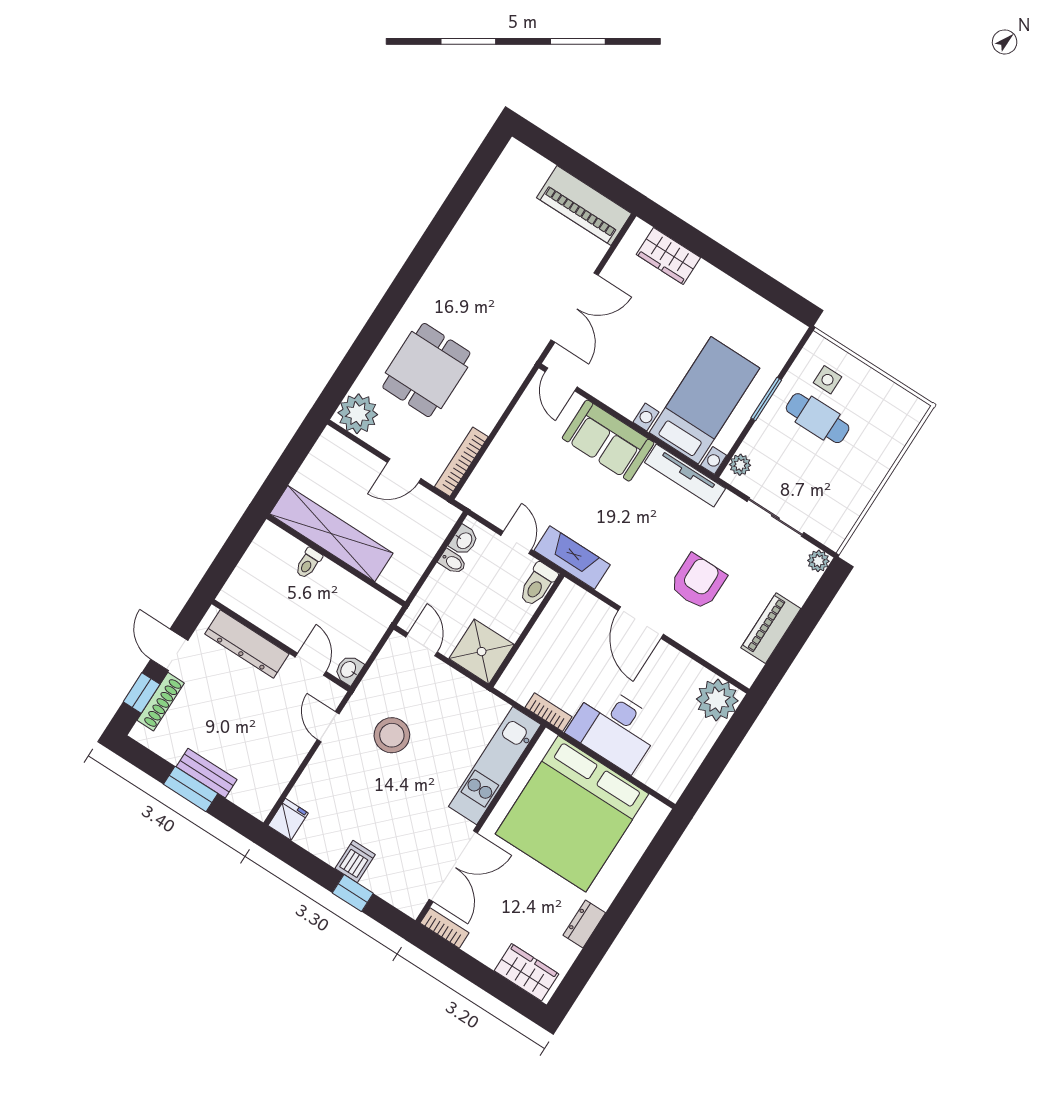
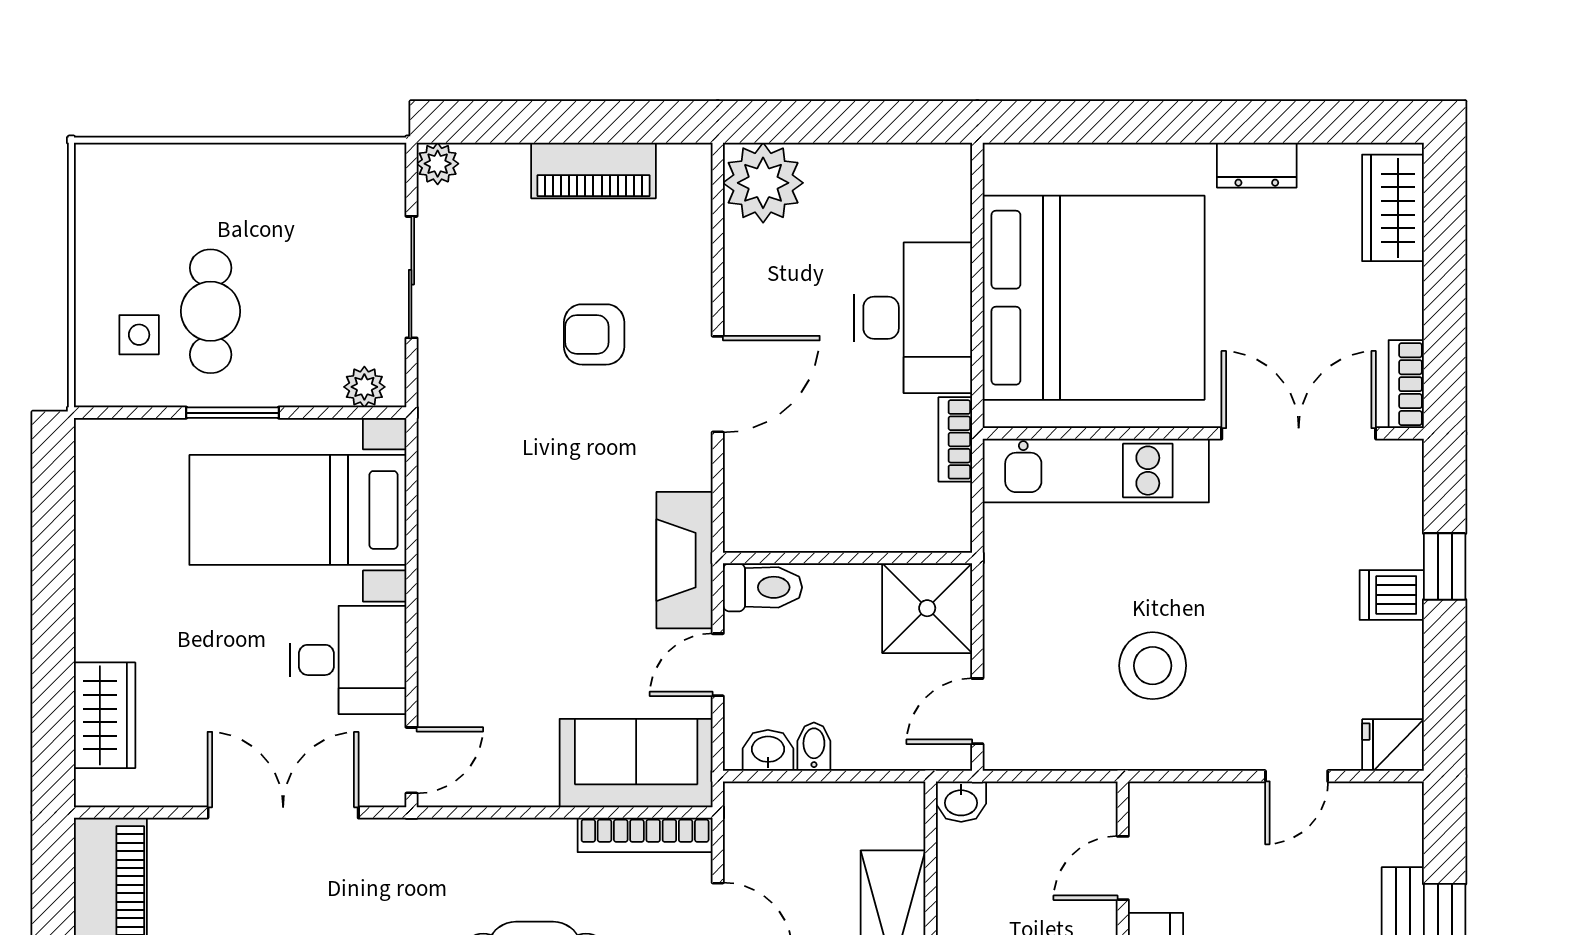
desk: (624, 380) -> (348, 660), added
sofa: (608, 441) -> (636, 763), moved, turned -90
tv unit: (685, 475) -> (438, 464), removed
armchair: (698, 582) -> (594, 334), width x0.72, depth x0.72
washbasin: (349, 670) -> (961, 802), moved
door: (328, 727) -> (1297, 776), moved

